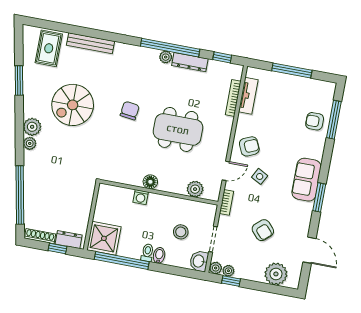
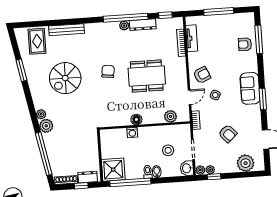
plant: (32, 127) -> (46, 126), moved

